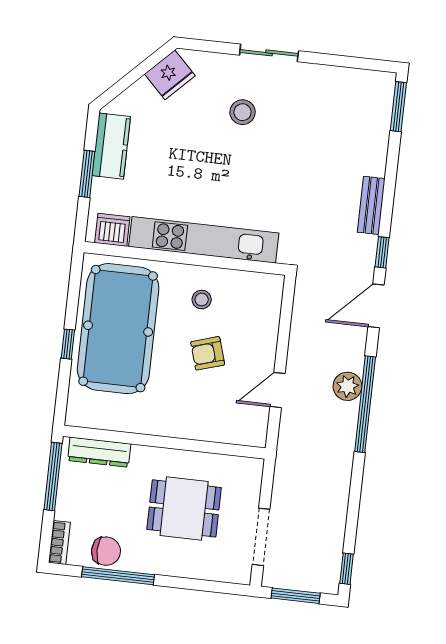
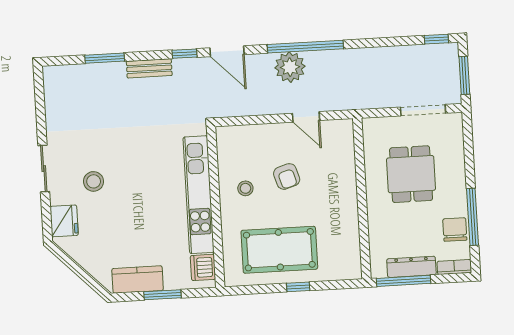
fridge: (170, 75) -> (64, 221), moved, turned 45
window: (398, 107) -> (105, 58), moved
pool table: (118, 329) -> (279, 250), width x0.73, depth x0.76
plant: (347, 386) -> (290, 67), width x1.36, depth x1.36
dresser: (99, 452) -> (411, 267), moved, turned -90

